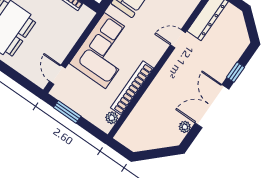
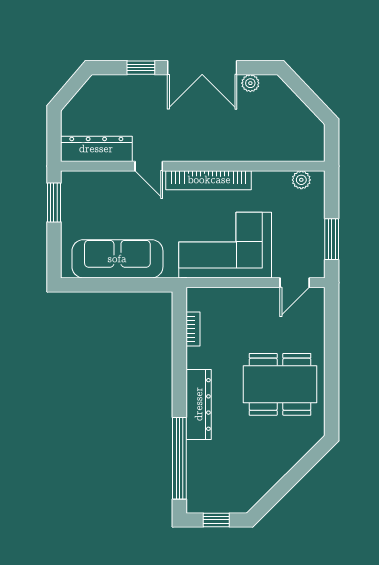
bookcase: (132, 88) -> (209, 180), moved

